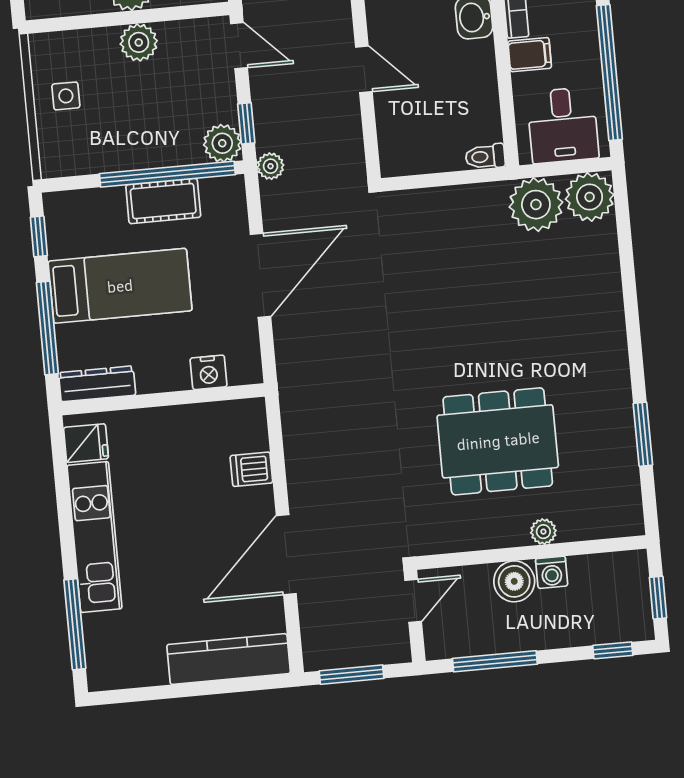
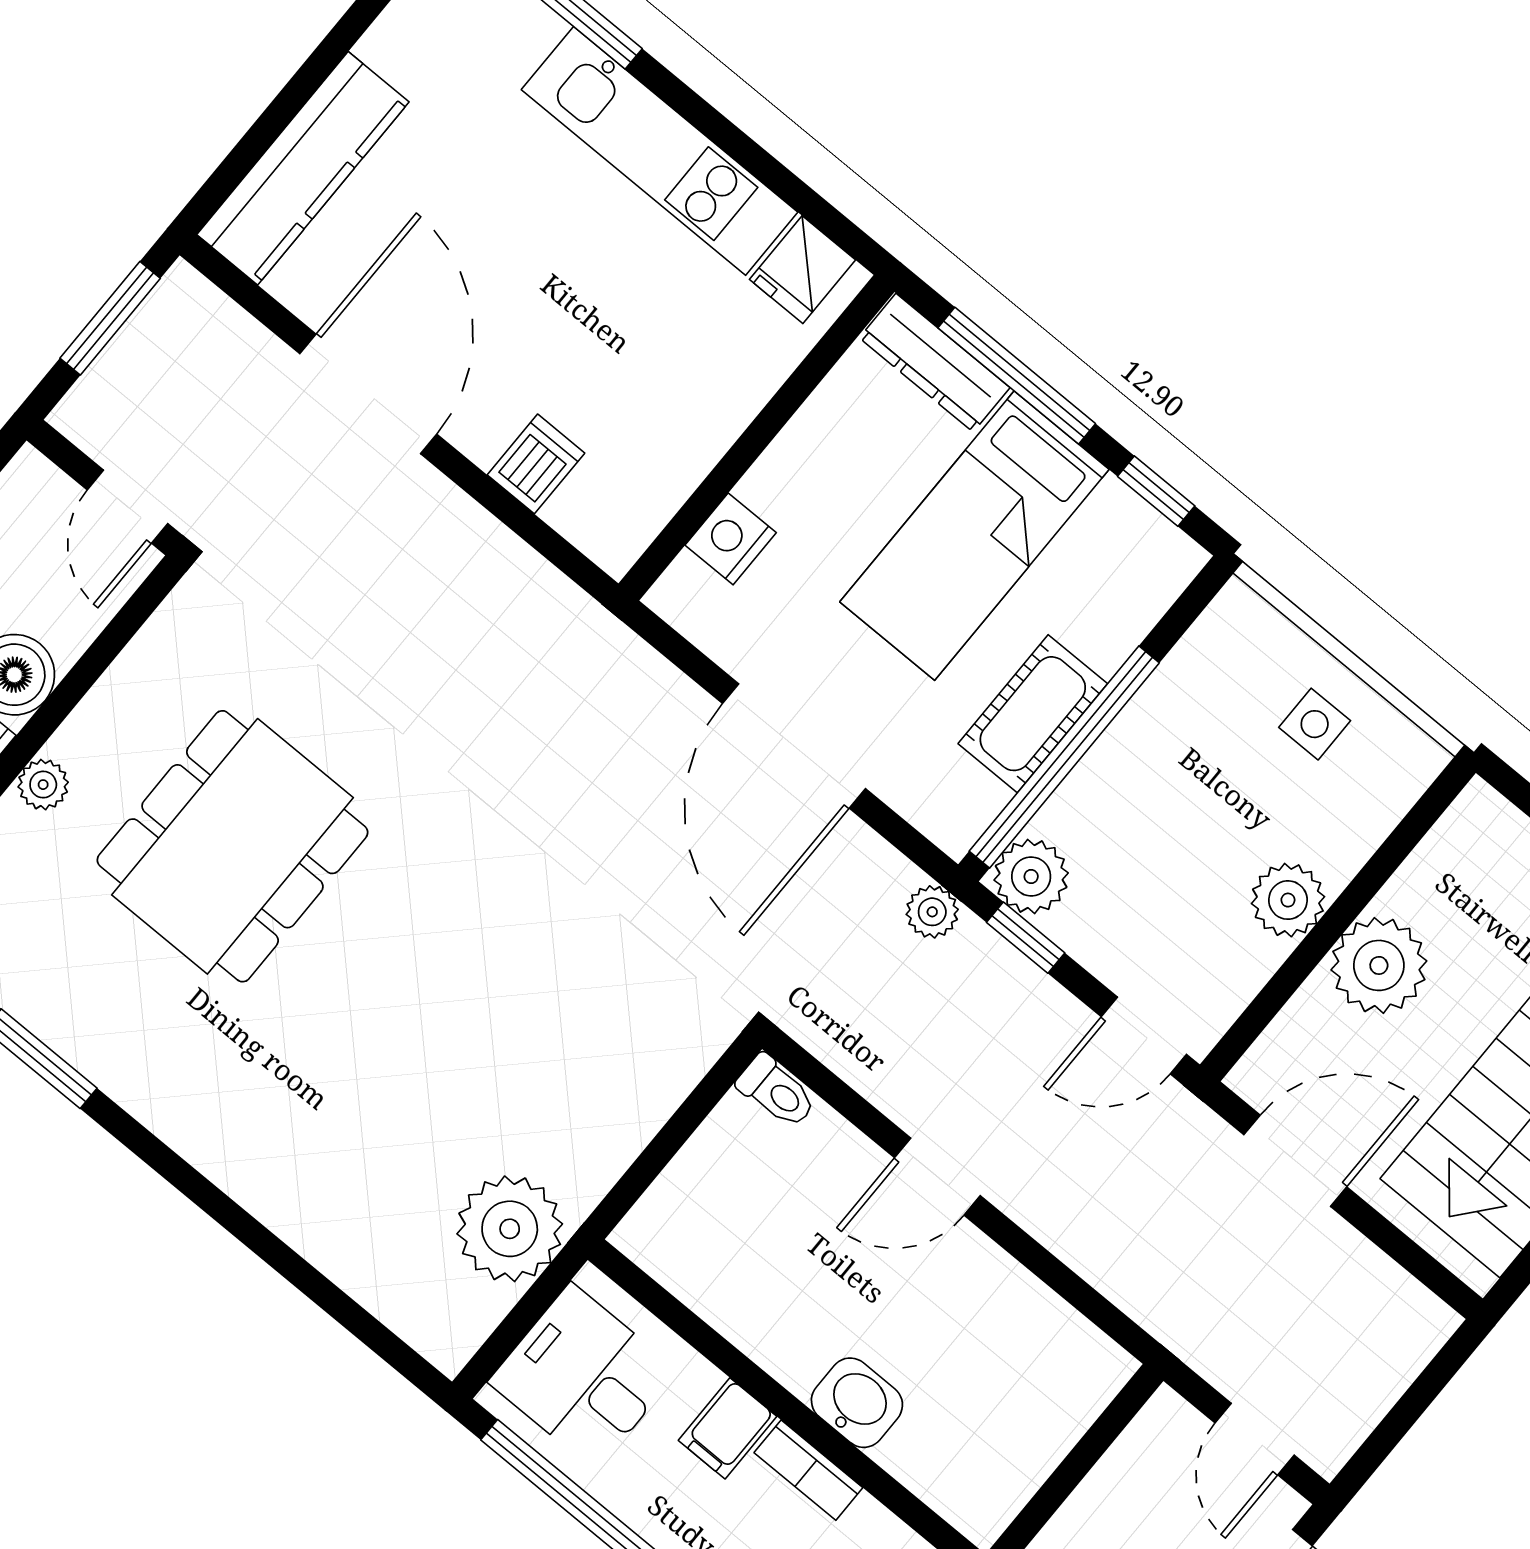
toilet: (485, 157) -> (777, 1091), moved, turned 90
plant: (590, 197) -> (446, 1314), removed
dresser: (97, 384) -> (935, 363), moved, turned 90

